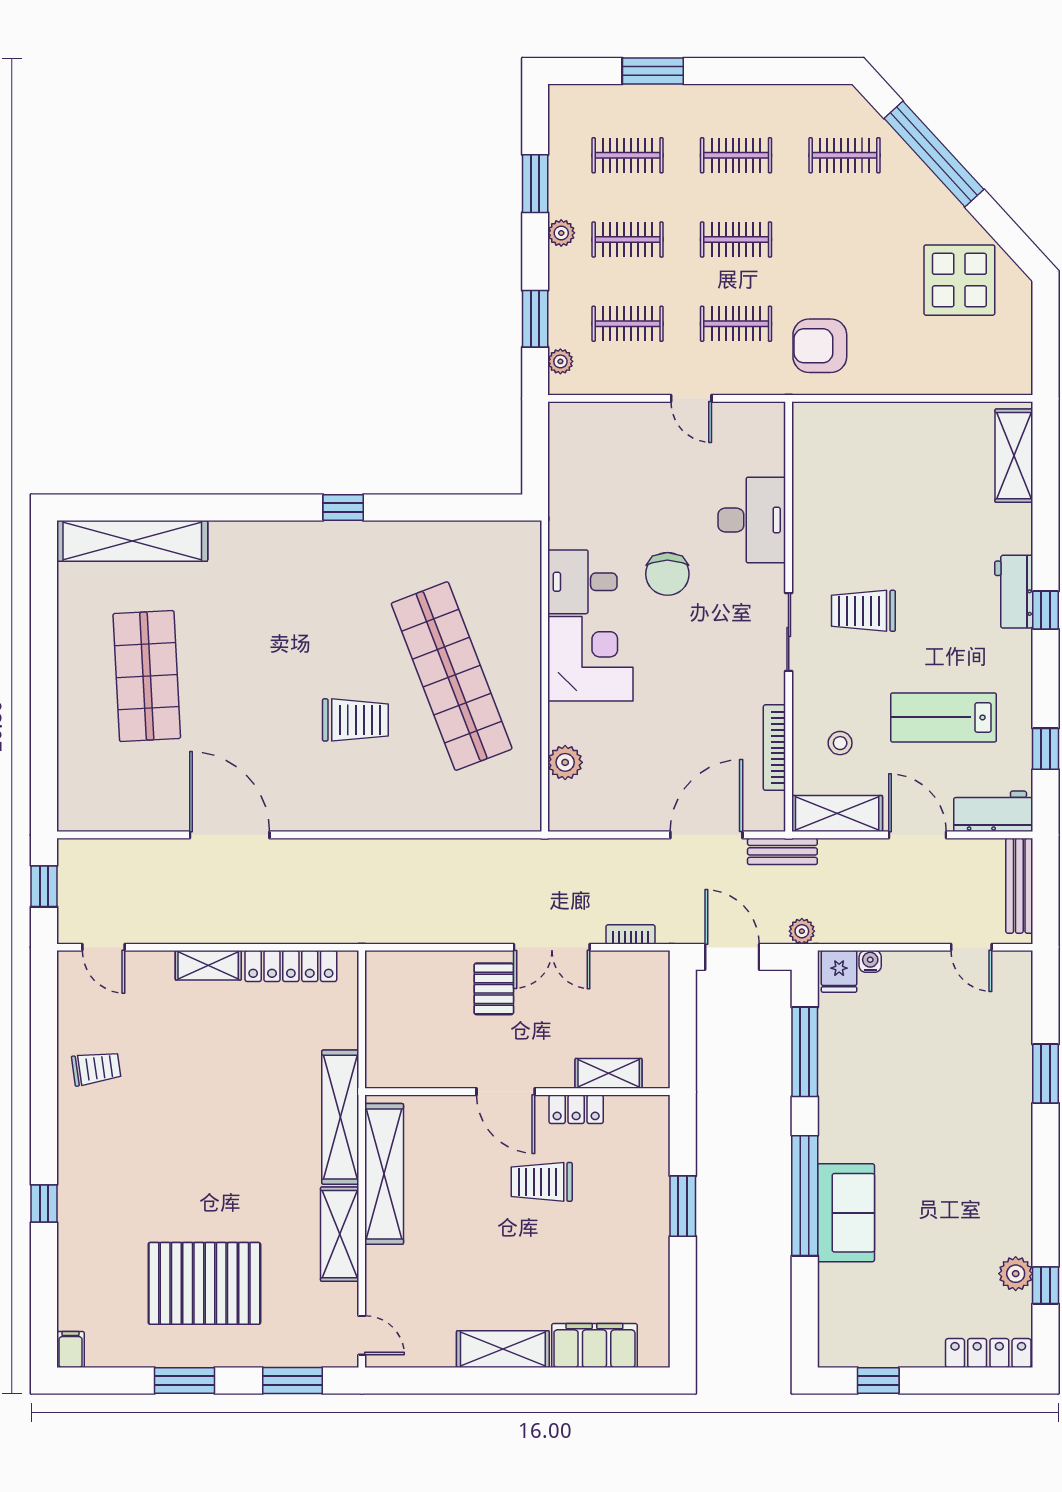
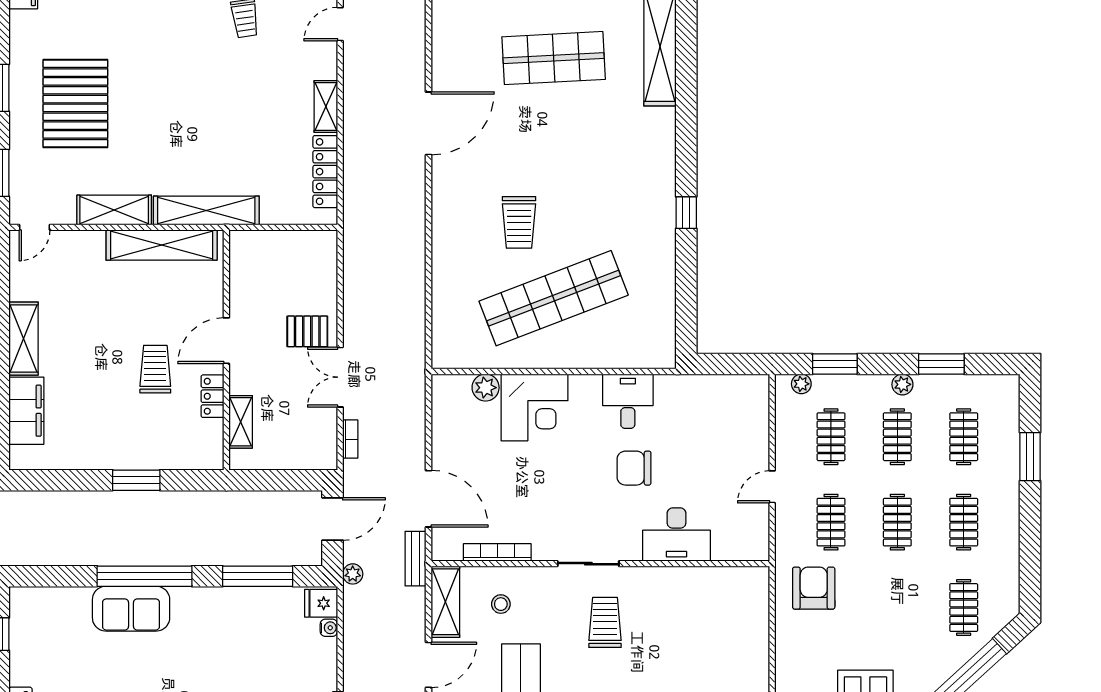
corner desk: (590, 659) -> (535, 407), moved

